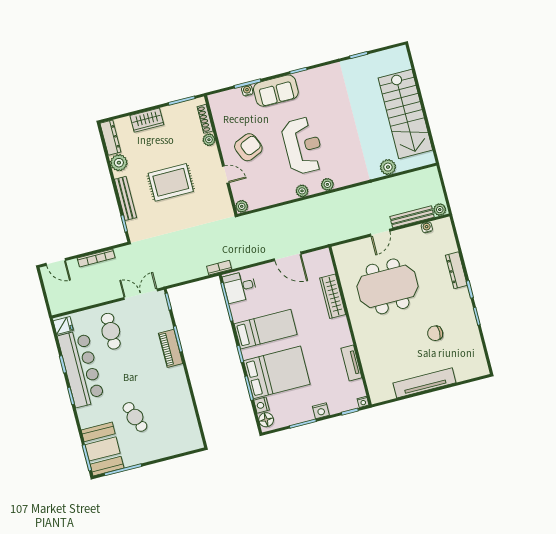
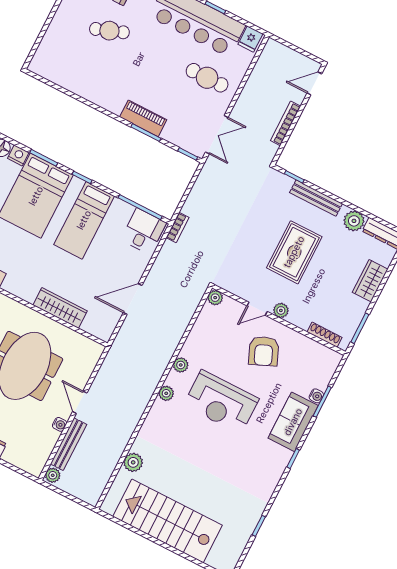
plant: (209, 140) -> (281, 310), moved
water cooler: (427, 227) -> (60, 424), moved

